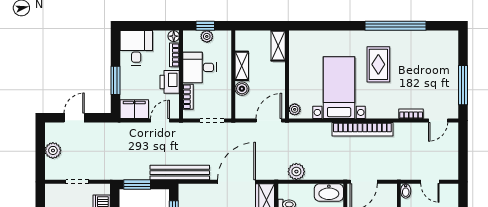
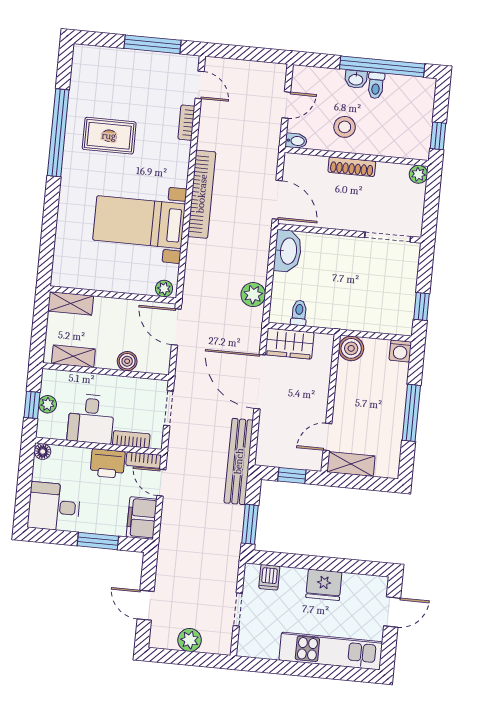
bookcase: (174, 55) -> (144, 460), moved
rug: (378, 64) -> (109, 136), moved
shelving: (242, 66) -> (73, 356), moved

